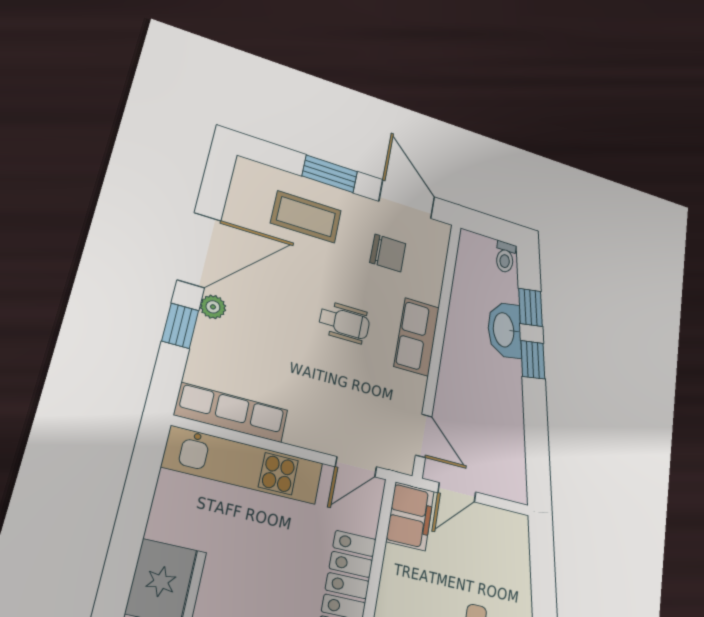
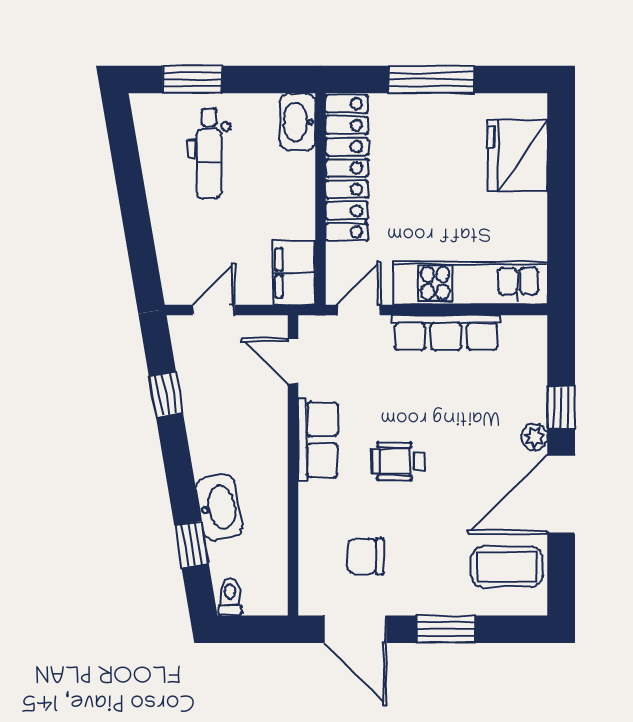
coffee table: (306, 217) -> (507, 567), moved
row of seats: (417, 337) -> (318, 440), moved
window: (533, 360) -> (166, 394), moved
row of seats: (231, 413) -> (446, 333), moved
door: (457, 492) -> (214, 310), moved

